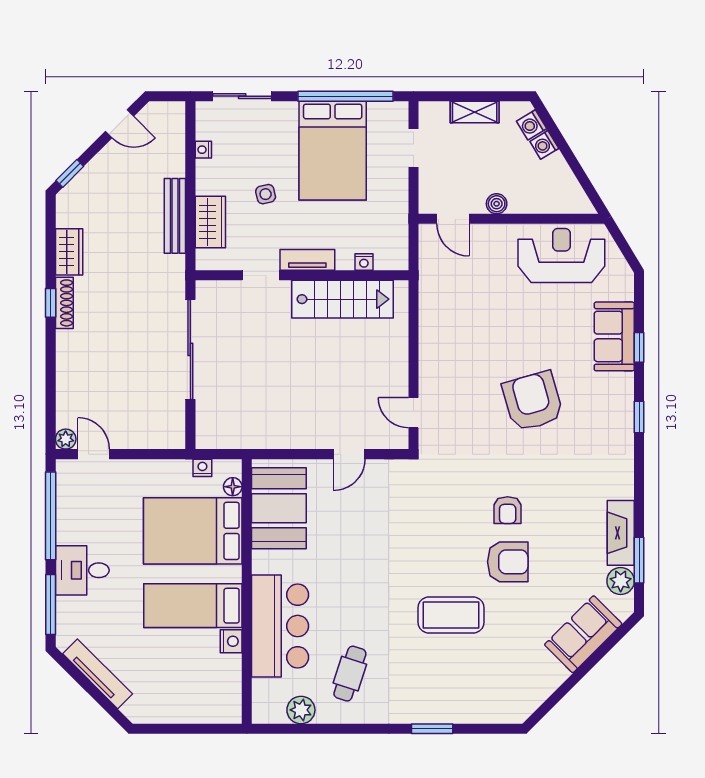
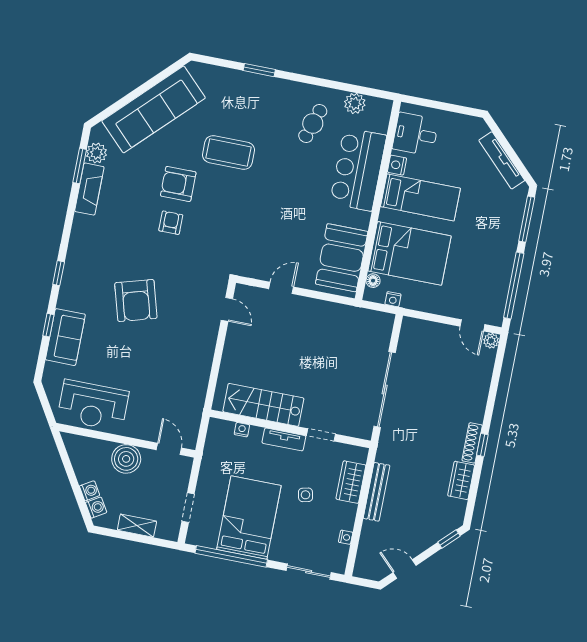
boiler: (497, 204) -> (126, 459), width x1.86, depth x1.86
desk: (82, 570) -> (415, 134), moved, turned 180
sofa: (583, 634) -> (154, 109), width x1.85, depth x1.27

